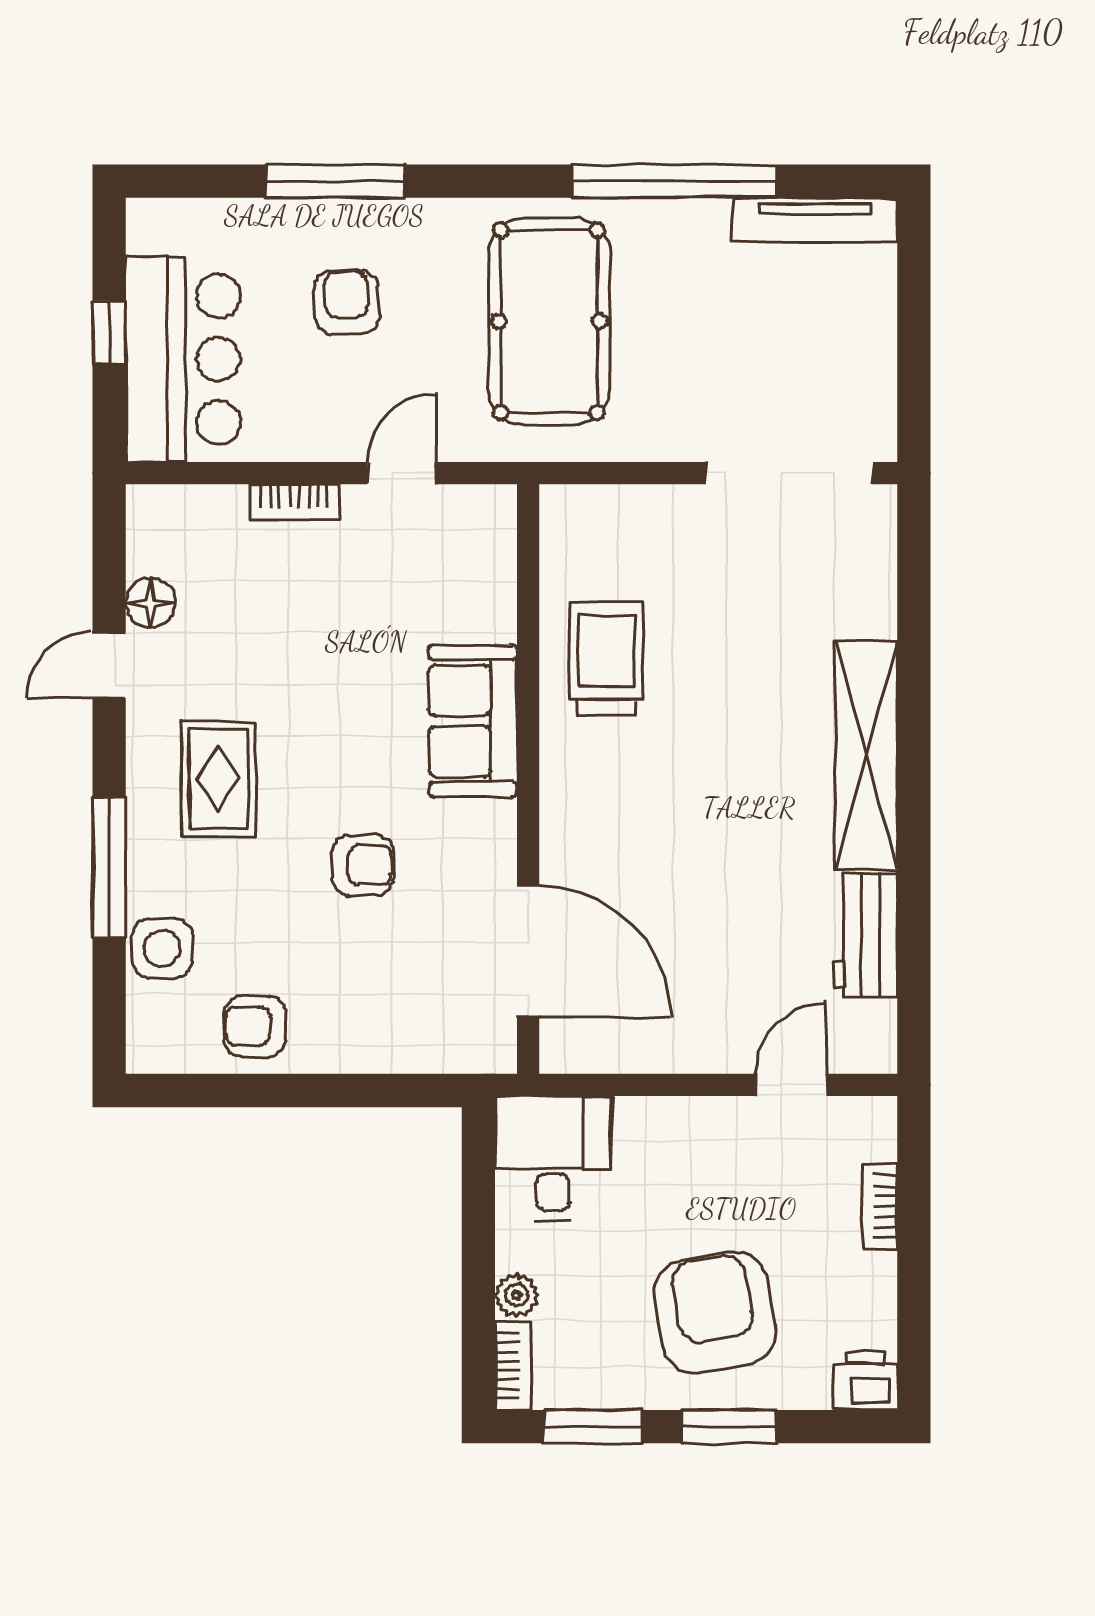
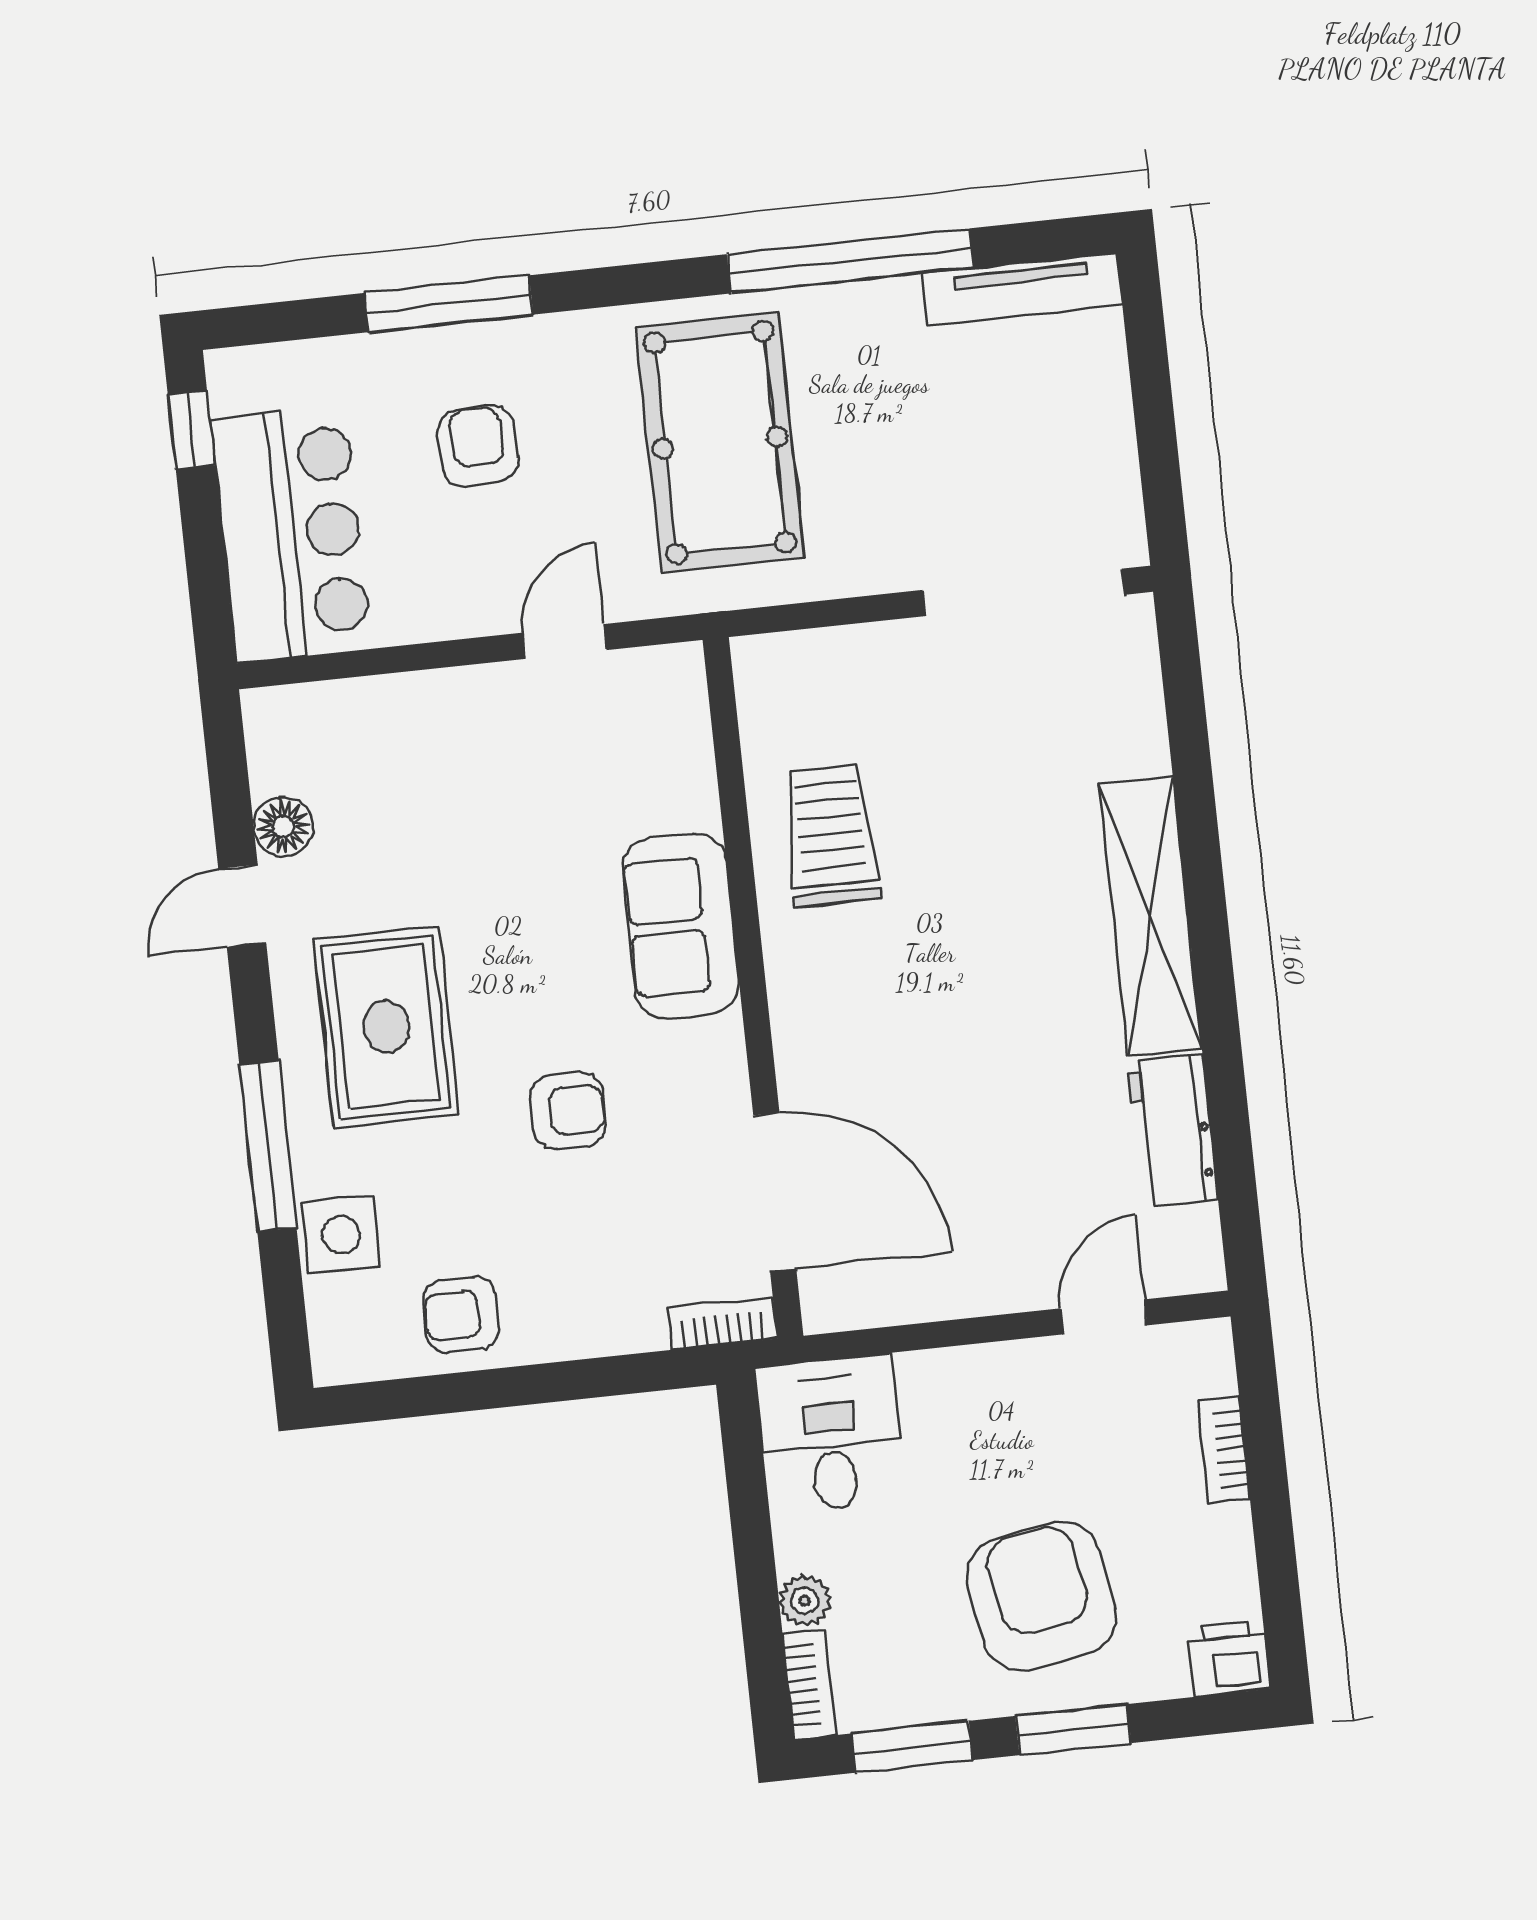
window: (109, 332) -> (191, 430), moved
bookcase: (294, 502) -> (722, 1323), moved, turned 180
rug: (219, 779) -> (386, 1027), width x1.36, depth x1.43

